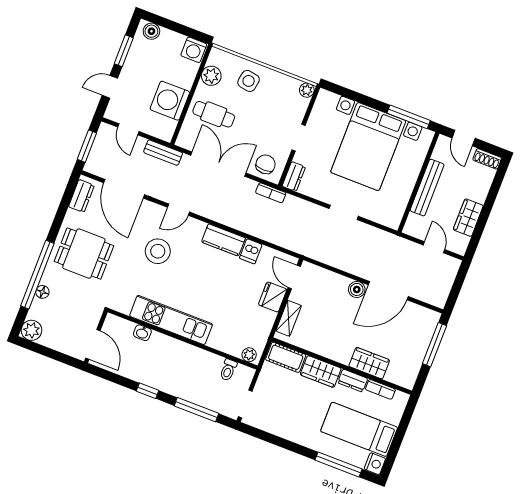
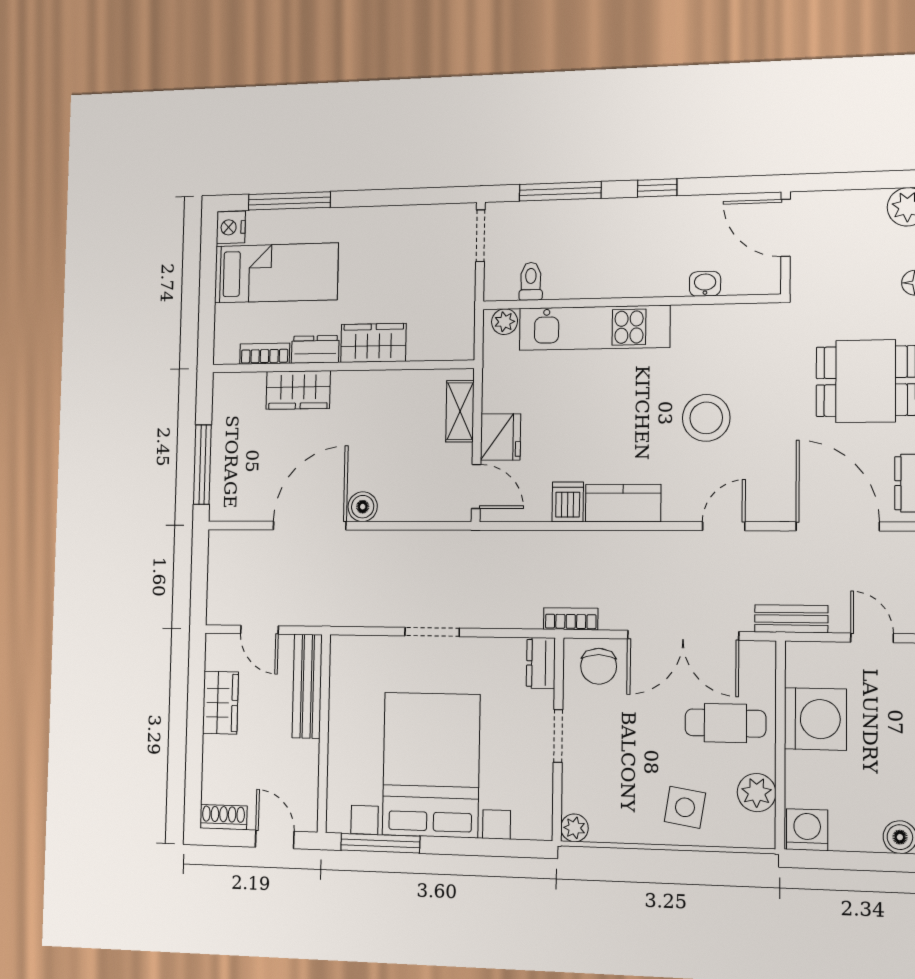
bench: (427, 188) -> (307, 686), moved
stool: (158, 251) -> (706, 418), moved
kitchen unit: (171, 320) -> (594, 328), moved
cot: (286, 357) -> (441, 343), removed

